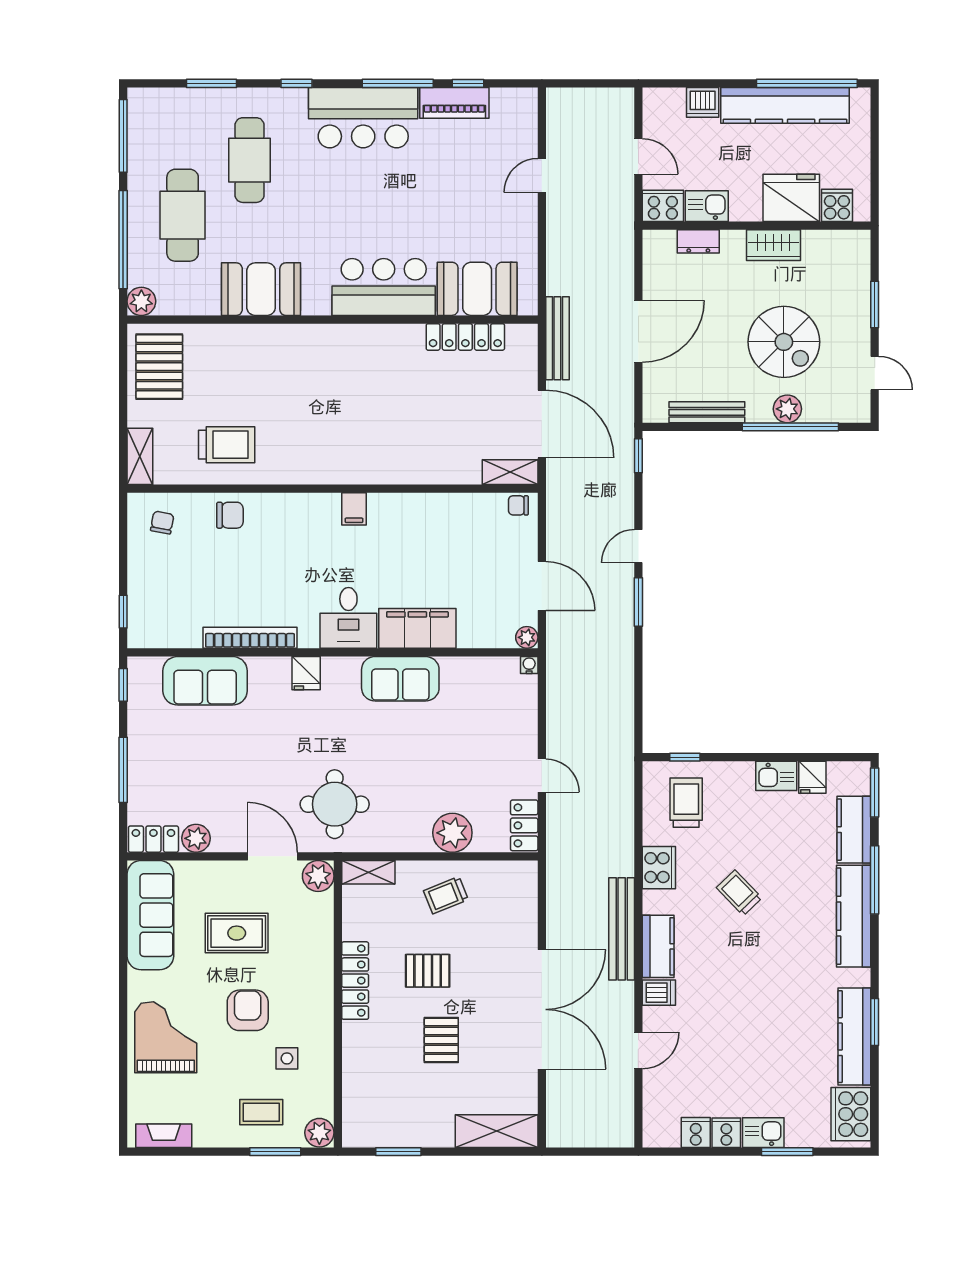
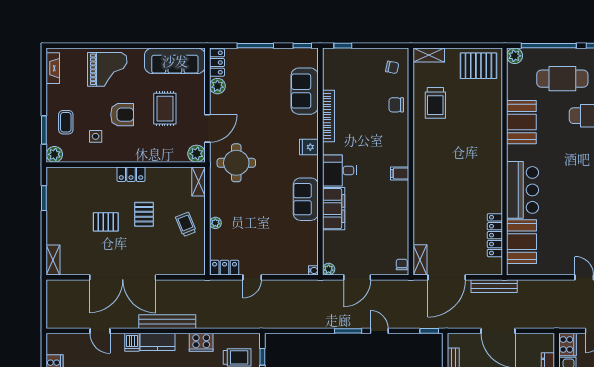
chair: (230, 515) -> (396, 105), turned 90
plant: (452, 833) -> (215, 223), width x0.53, depth x0.53
locker: (355, 981) -> (131, 174), width x0.66
shelving: (497, 1131) -> (53, 260), width x0.67, depth x0.75

